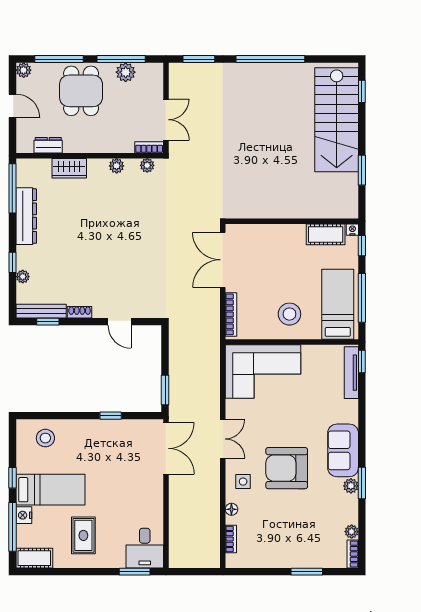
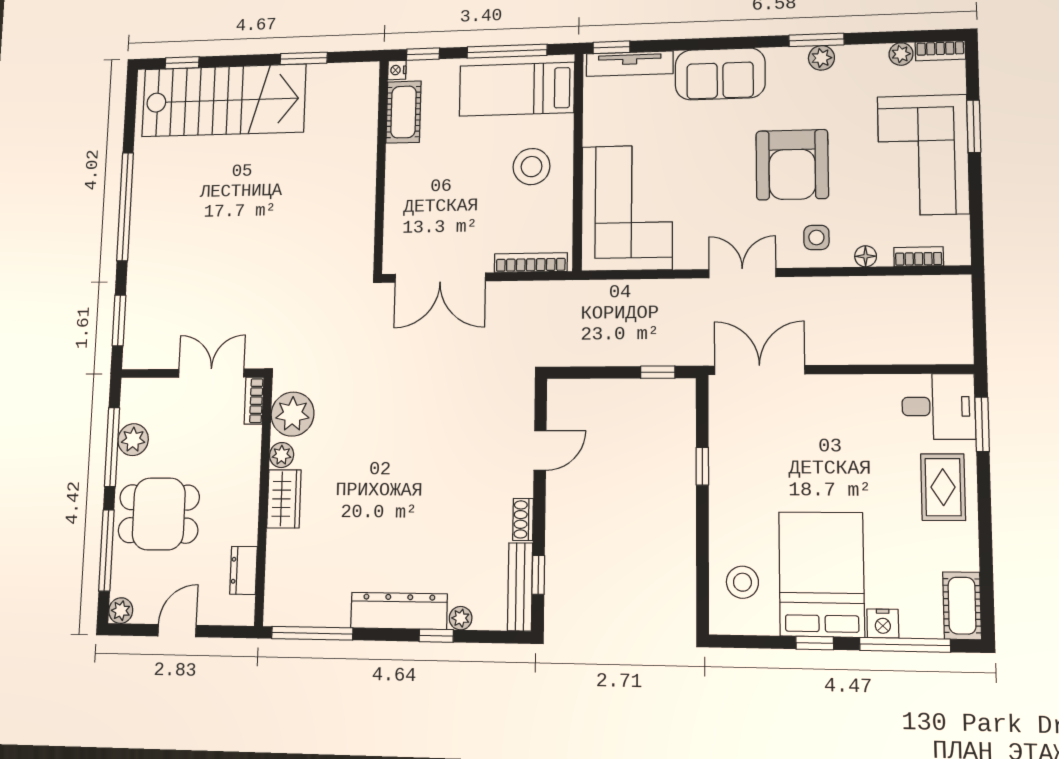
plant: (147, 165) -> (293, 414), width x1.88, depth x1.88
wardrobe: (69, 168) -> (284, 499), moved
dresser: (26, 216) -> (399, 611), moved
window: (165, 390) -> (658, 372), width x0.67
sofa: (343, 450) -> (720, 74), moved
bed: (50, 490) -> (821, 574), width x1.50
rug: (83, 535) -> (943, 487), moved, turned 90
corner sofa: (291, 543) -> (923, 155), added

